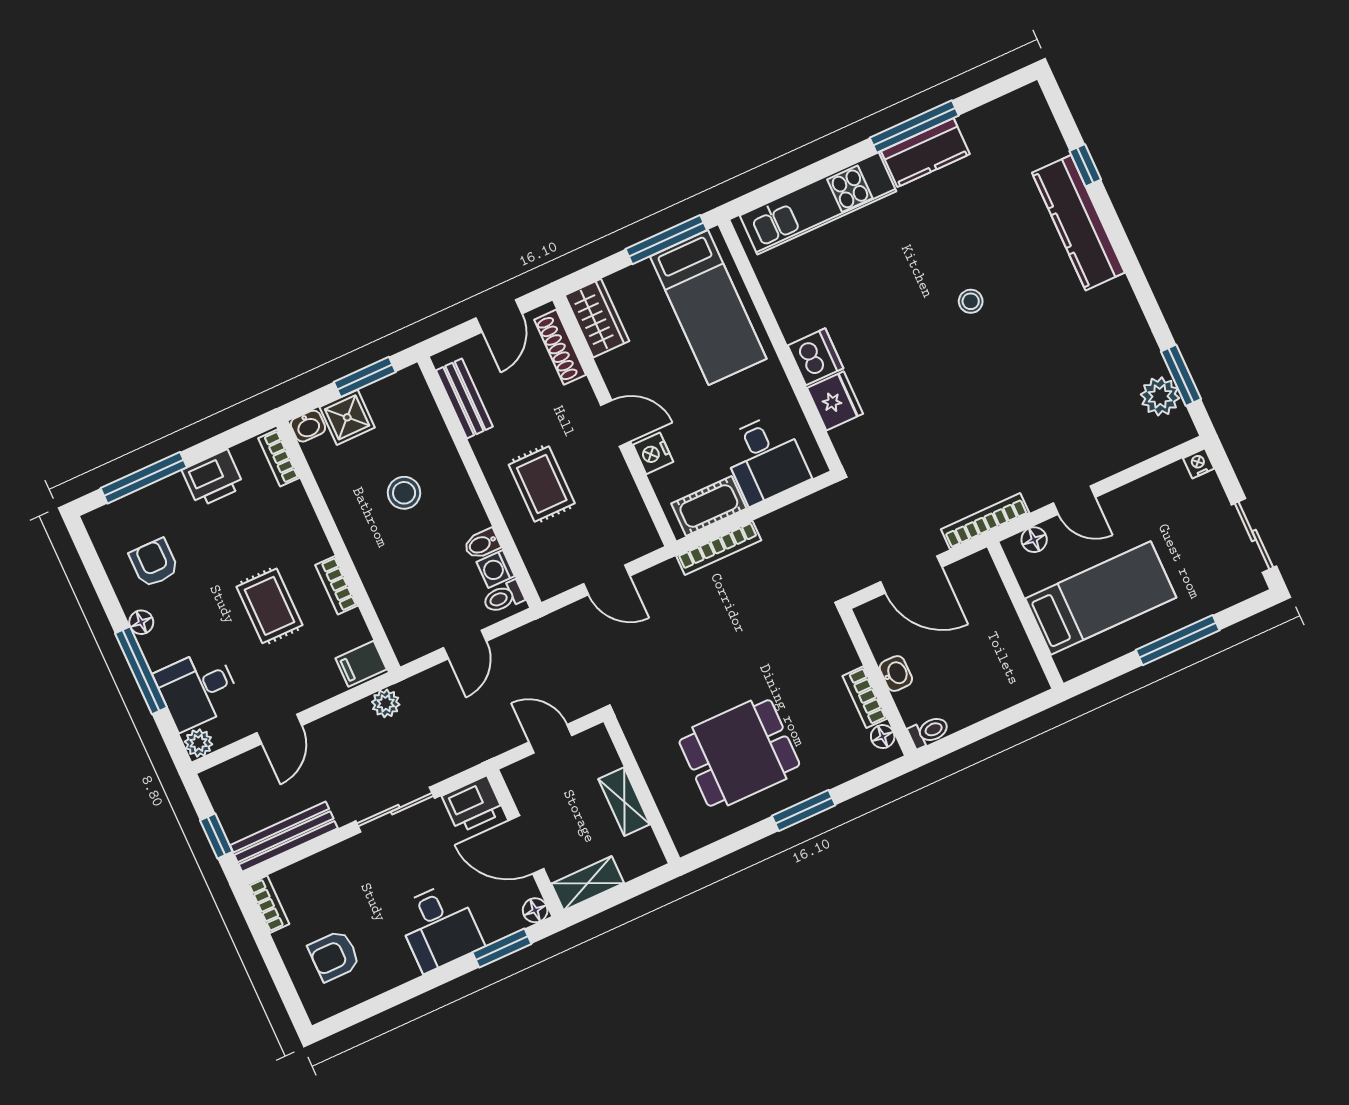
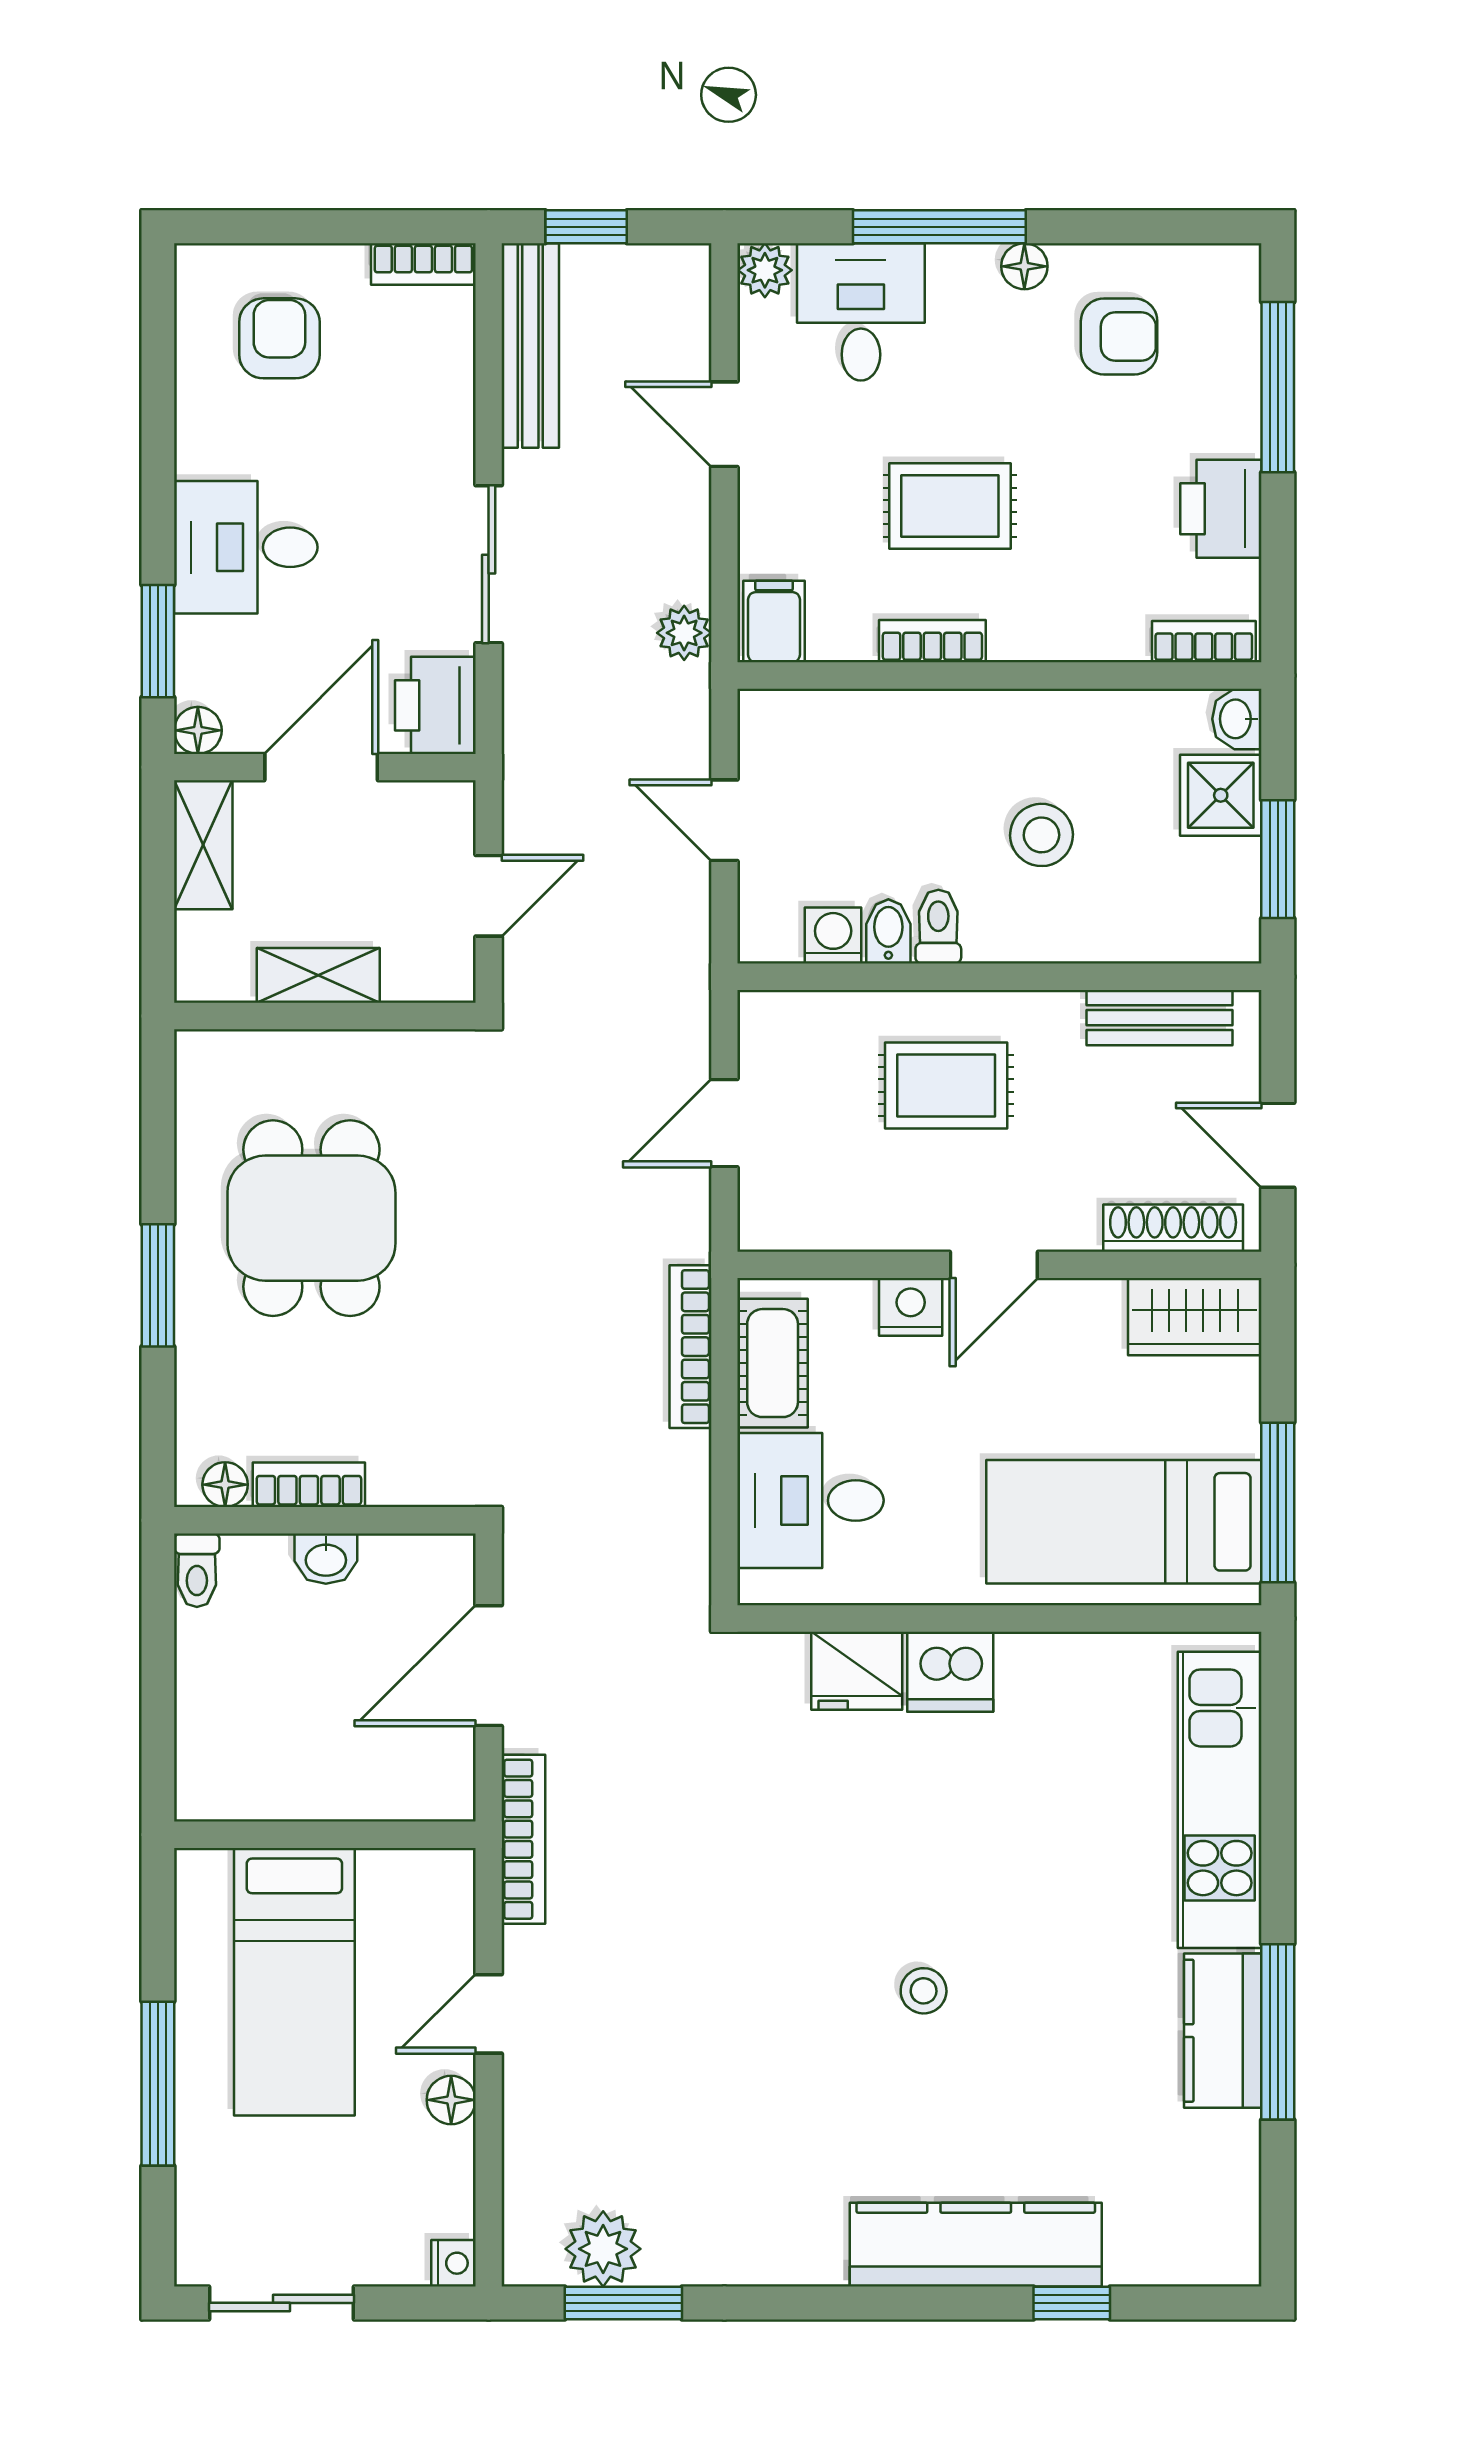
floor lamp: (1034, 540) -> (451, 2100), moved
toilet: (503, 597) -> (938, 927), moved

